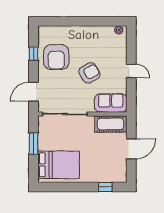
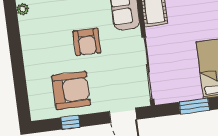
armchair: (89, 73) -> (87, 42), turned -149

